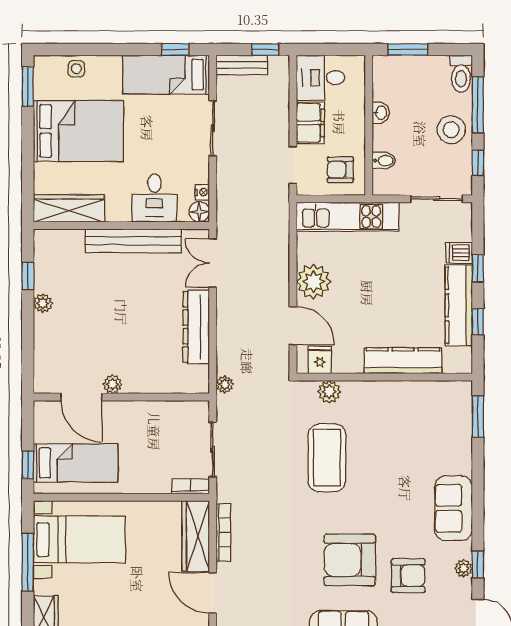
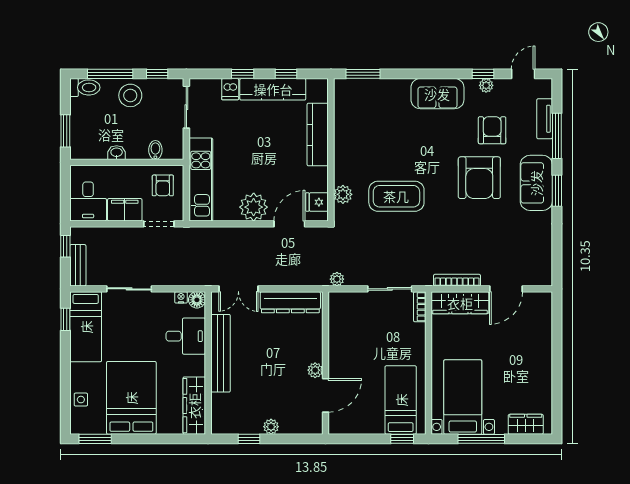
plant: (112, 384) -> (315, 370), moved
door: (81, 397) -> (326, 395), moved
wall: (121, 397) -> (326, 363), moved

